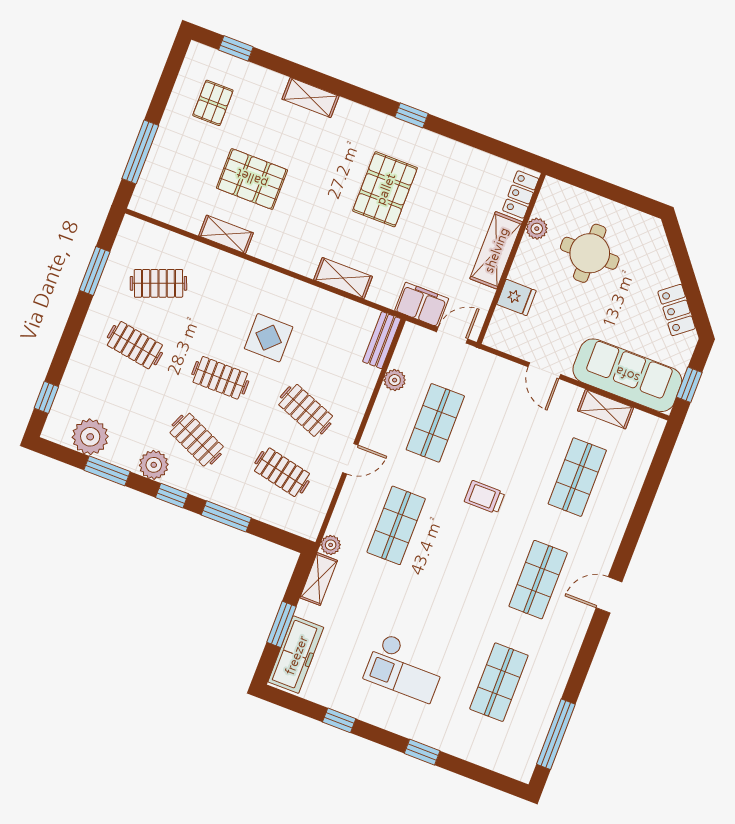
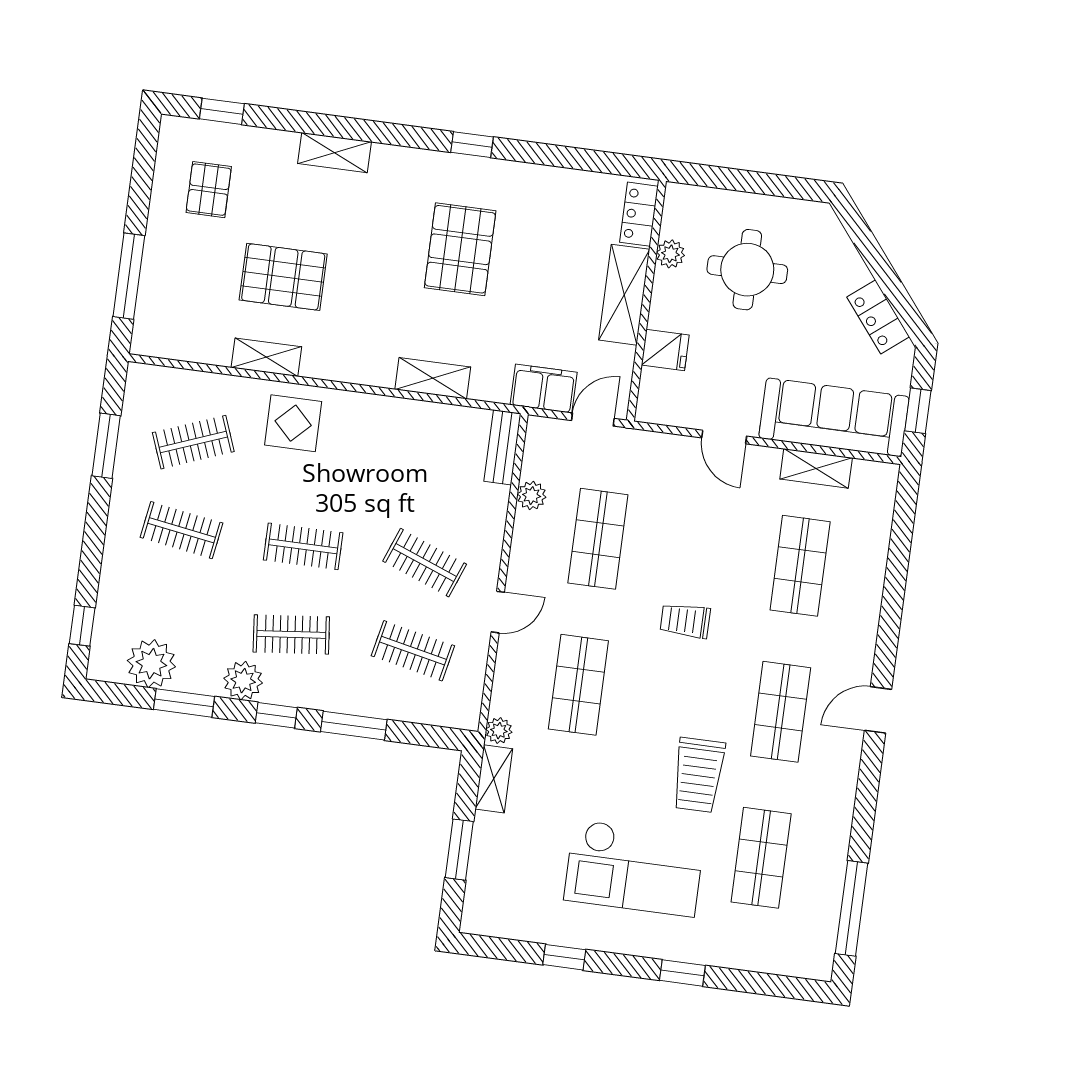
display table: (269, 338) -> (293, 423), moved
clothes rail: (197, 440) -> (291, 634), turned -30
trolley: (468, 611) -> (698, 775), added
freezer: (296, 655) -> (487, 885), removed
checkout: (405, 668) -> (634, 868), width x1.36, depth x1.21

